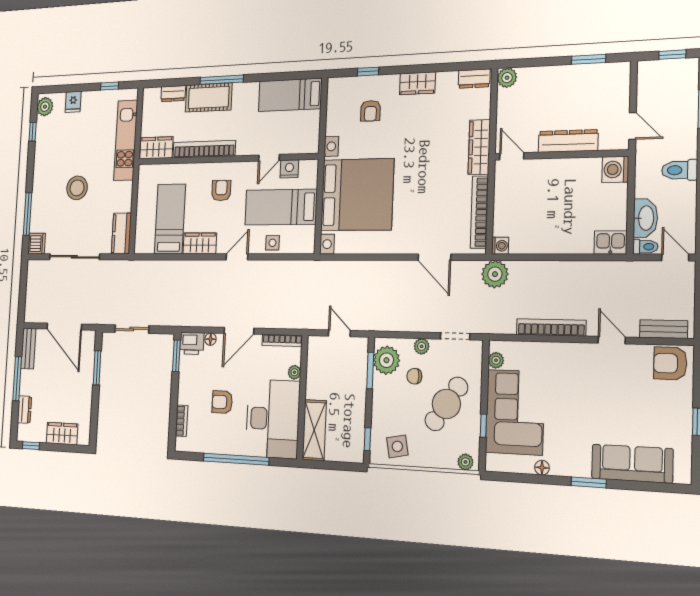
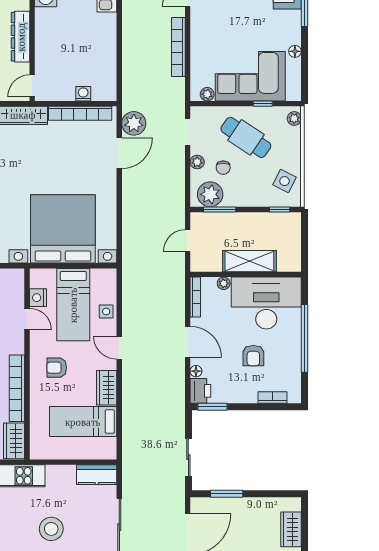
washing machine: (500, 246) -> (83, 94), moved
plant: (495, 274) -> (134, 123), moved
shelving: (314, 430) -> (249, 261), moved
side table: (397, 446) -> (285, 181), turned 38

